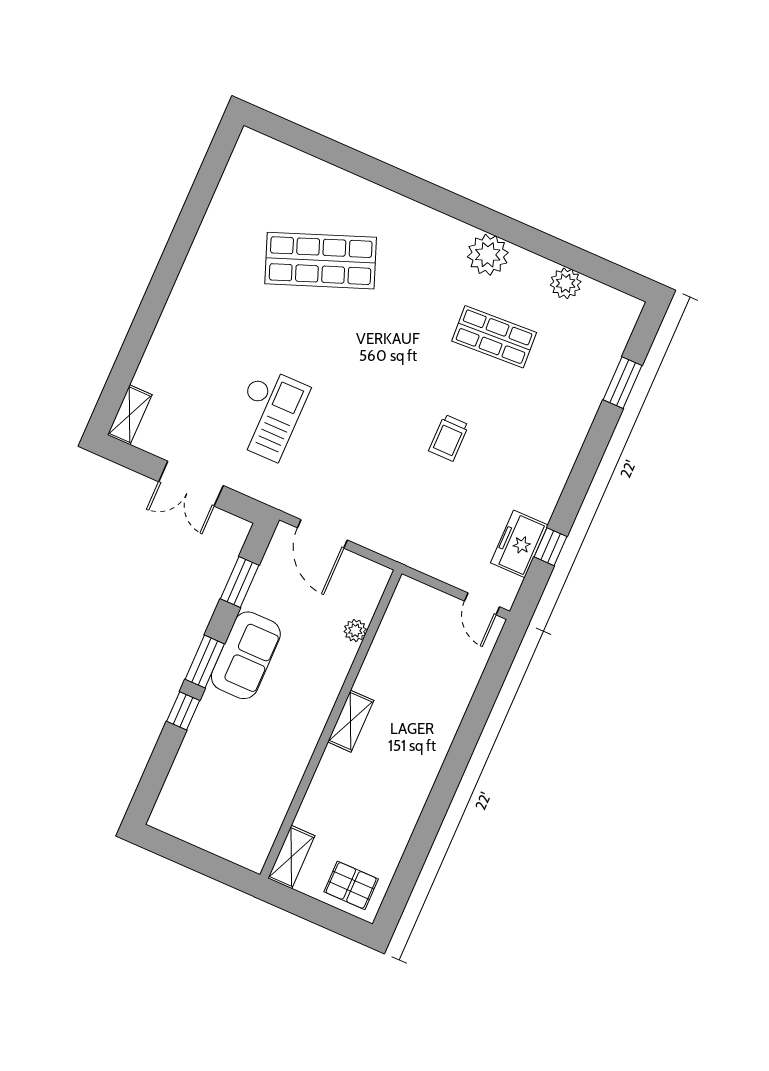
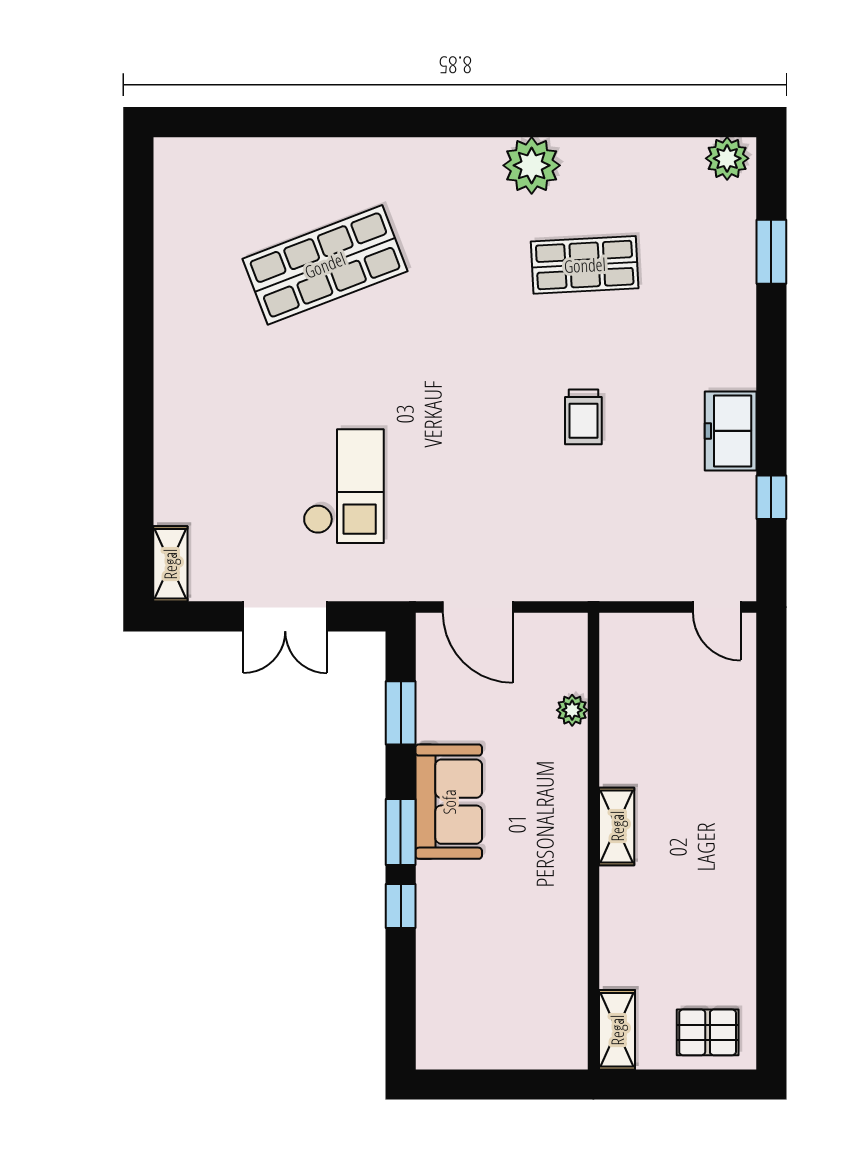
plant: (566, 283) -> (727, 158), moved
freezer: (519, 544) -> (731, 431), moved

